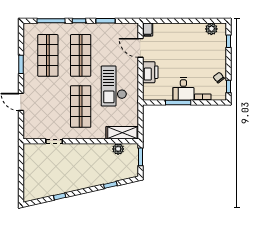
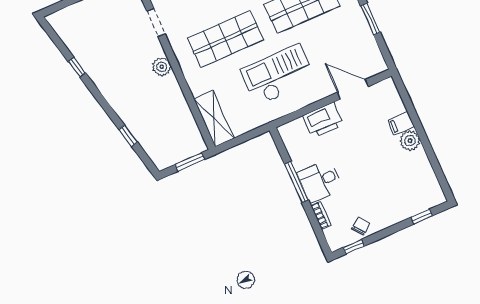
filing cabinet: (148, 29) -> (401, 123), moved
plant: (211, 29) -> (410, 141), moved
door: (140, 48) -> (353, 89), hinge flipped
plant: (118, 149) -> (162, 67), moved

